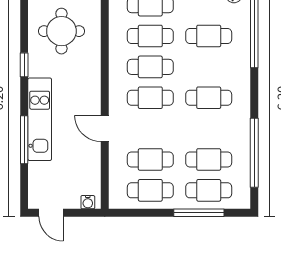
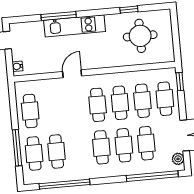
window: (24, 65) -> (129, 10), moved
cafe table: (150, 159) -> (124, 145), moved

